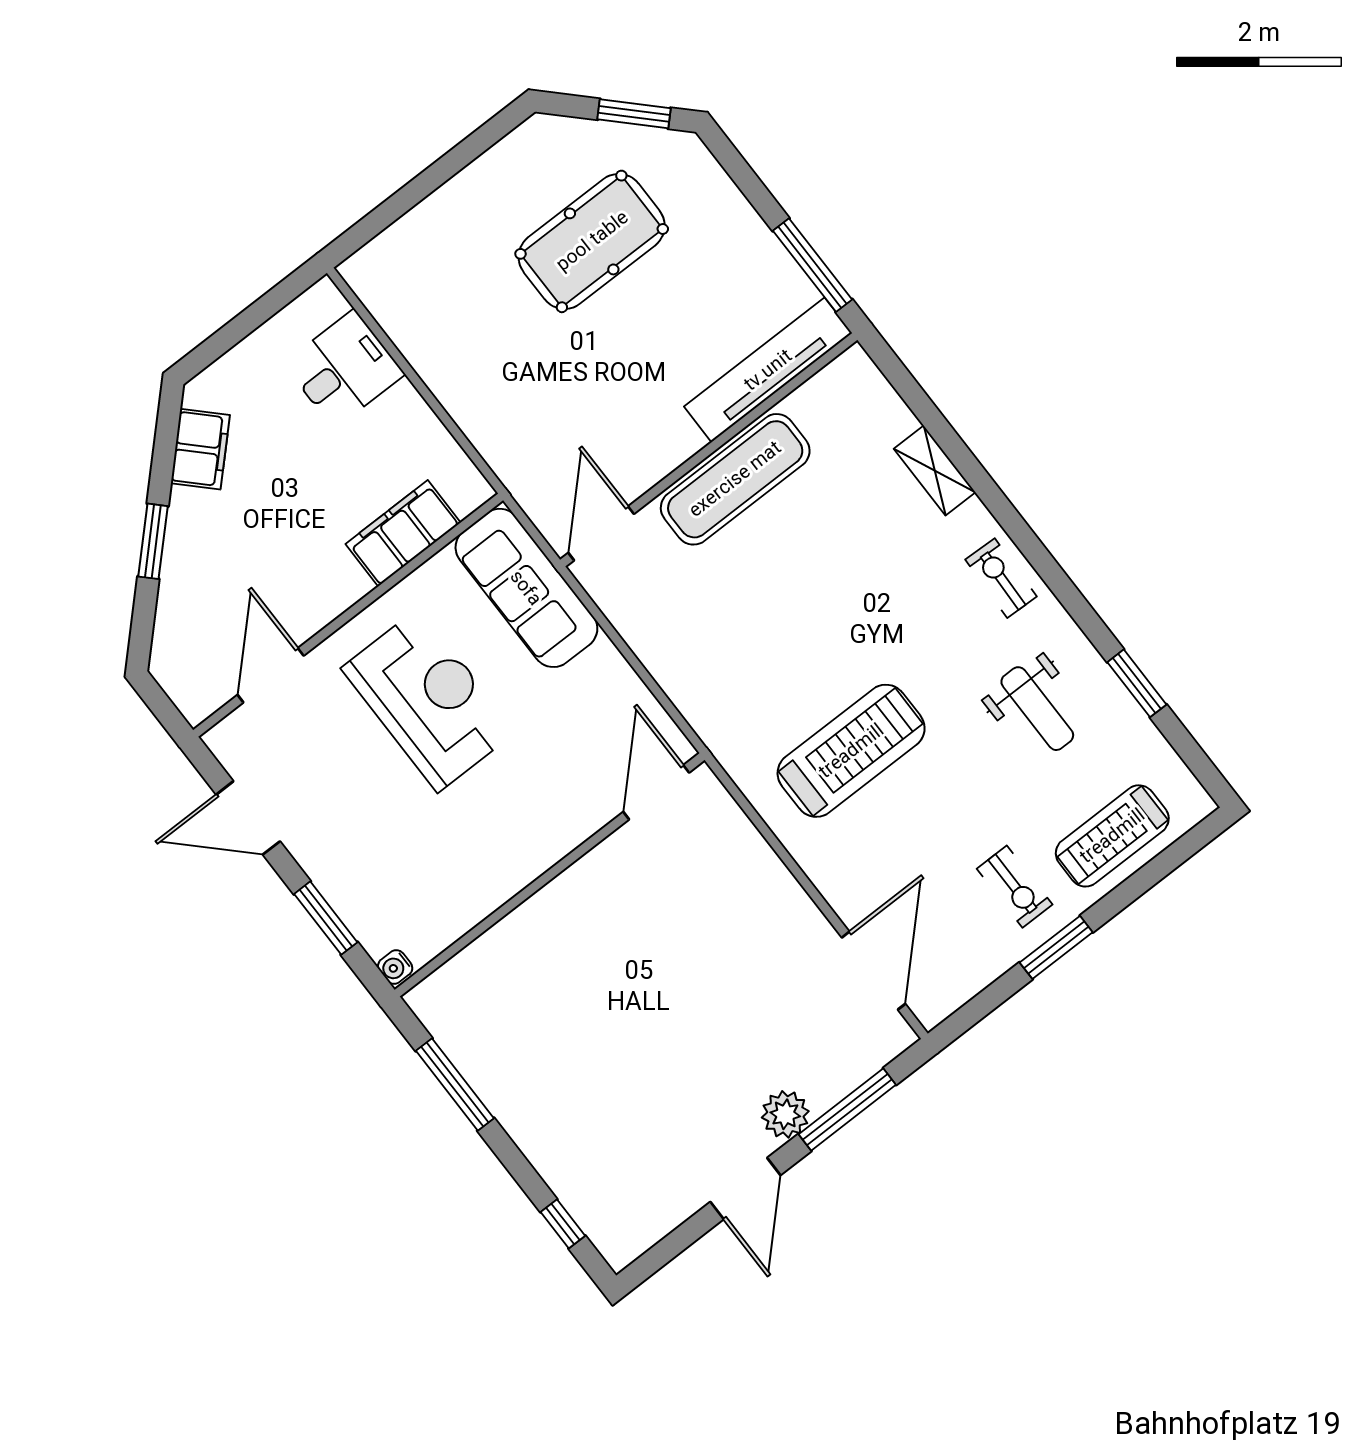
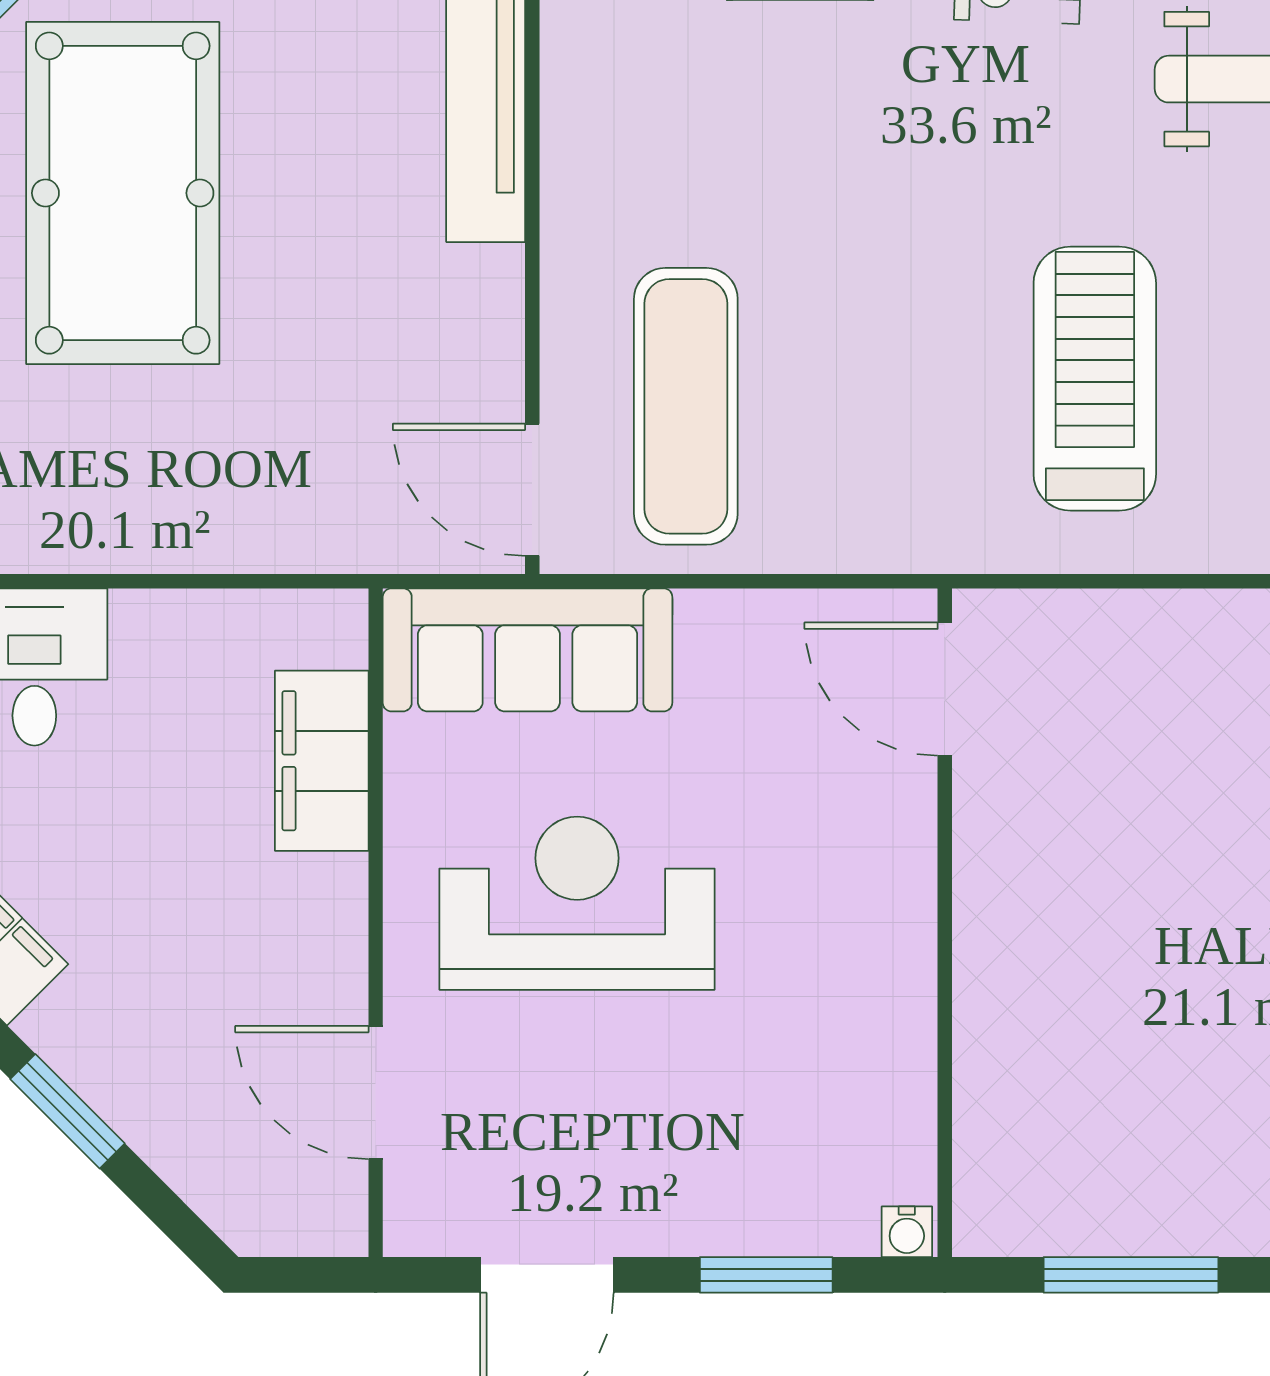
pool table: (592, 241) -> (123, 193), width x1.36, depth x1.32
exercise mat: (735, 479) -> (686, 406), moved

